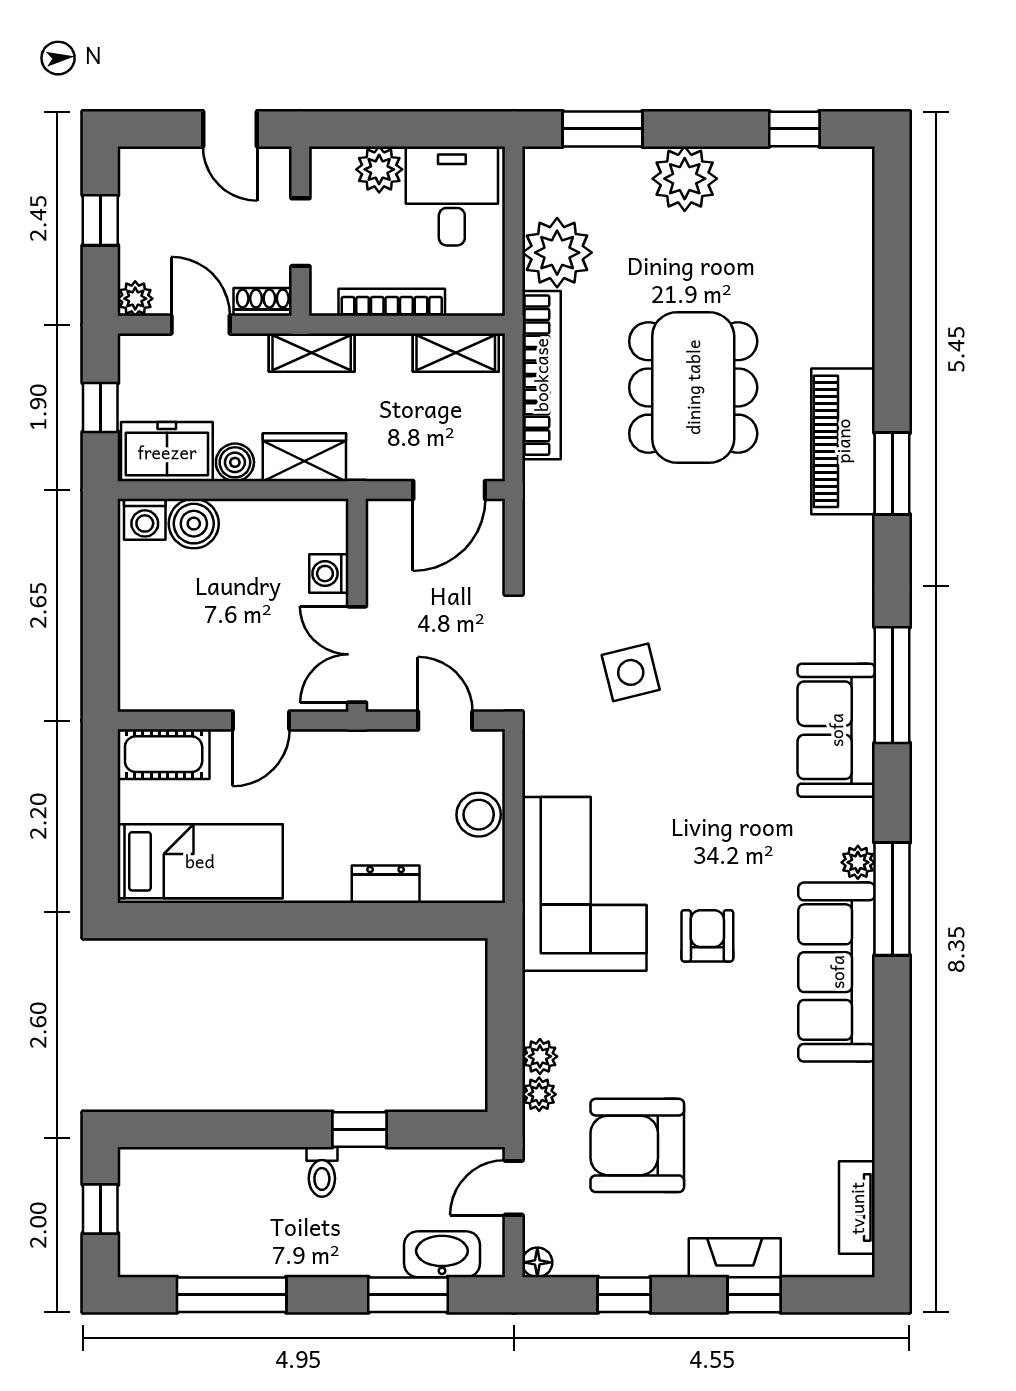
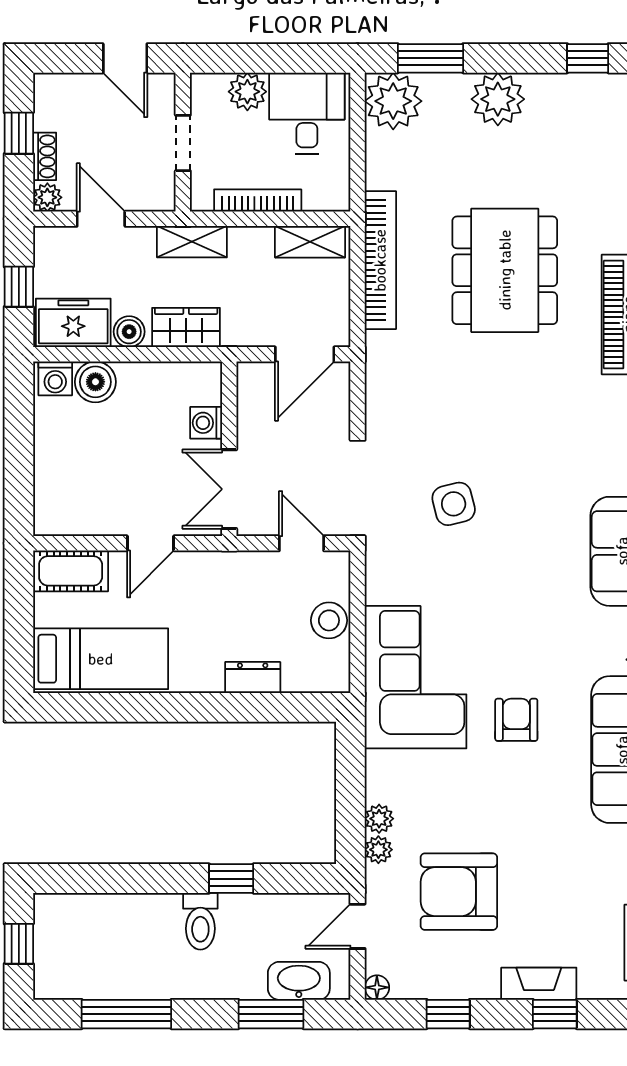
plant: (557, 253) -> (393, 101), moved
shoe rack: (263, 302) -> (45, 156), moved, turned 90
toilet: (322, 1172) -> (200, 921), width x1.37, depth x1.39

